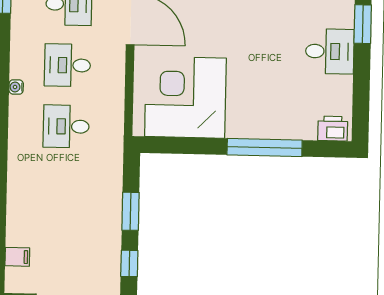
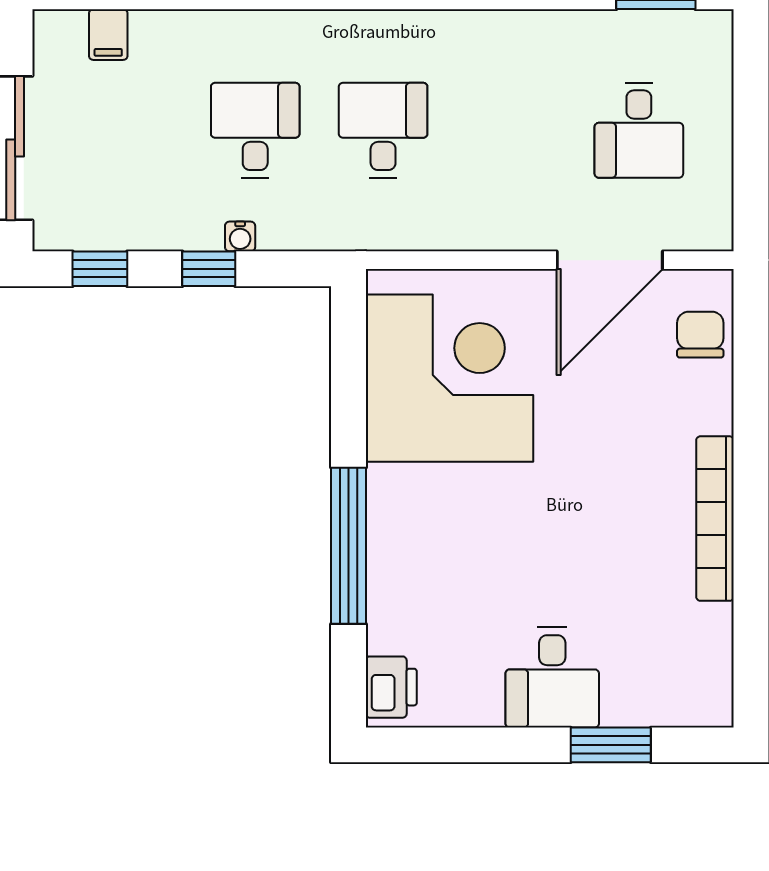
desk: (67, 65) -> (255, 130), moved
water cooler: (16, 87) -> (240, 236), moved, turned 180
window: (130, 211) -> (209, 269), width x0.67

